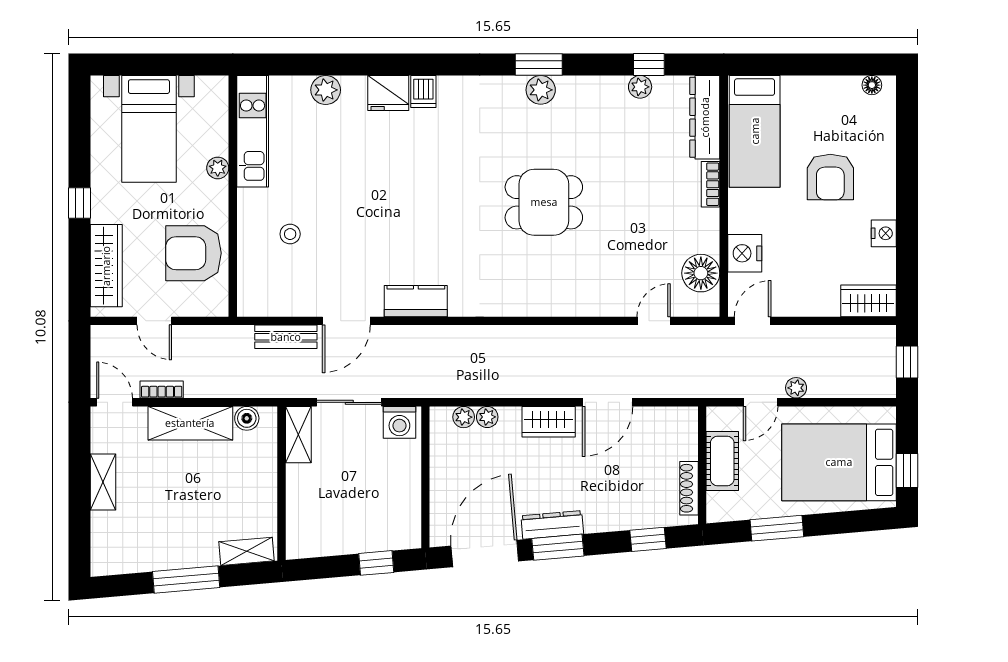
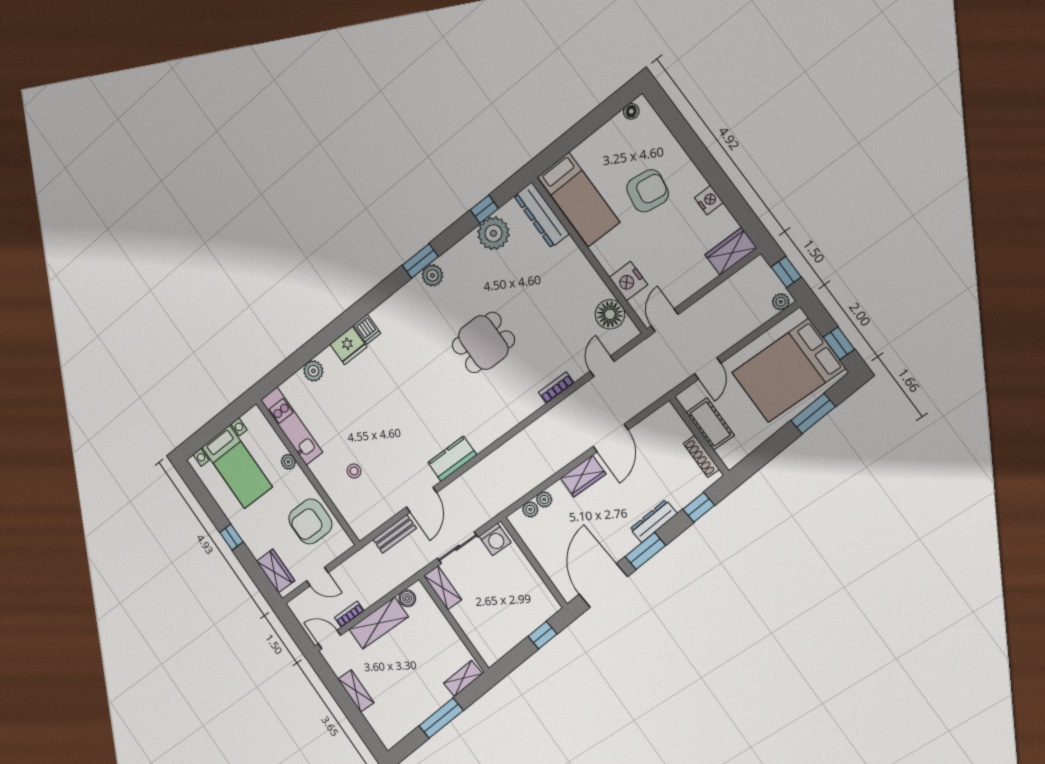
plant: (640, 87) -> (493, 233), width x1.88, depth x1.88
armchair: (830, 177) -> (648, 191), turned -81
bookcase: (711, 184) -> (556, 388), moved, turned 90
wardrobe: (106, 266) -> (275, 571), width x0.67
plant: (796, 388) -> (781, 302), moved
dresser: (552, 525) -> (654, 521), moved
window: (777, 528) -> (813, 414), moved

